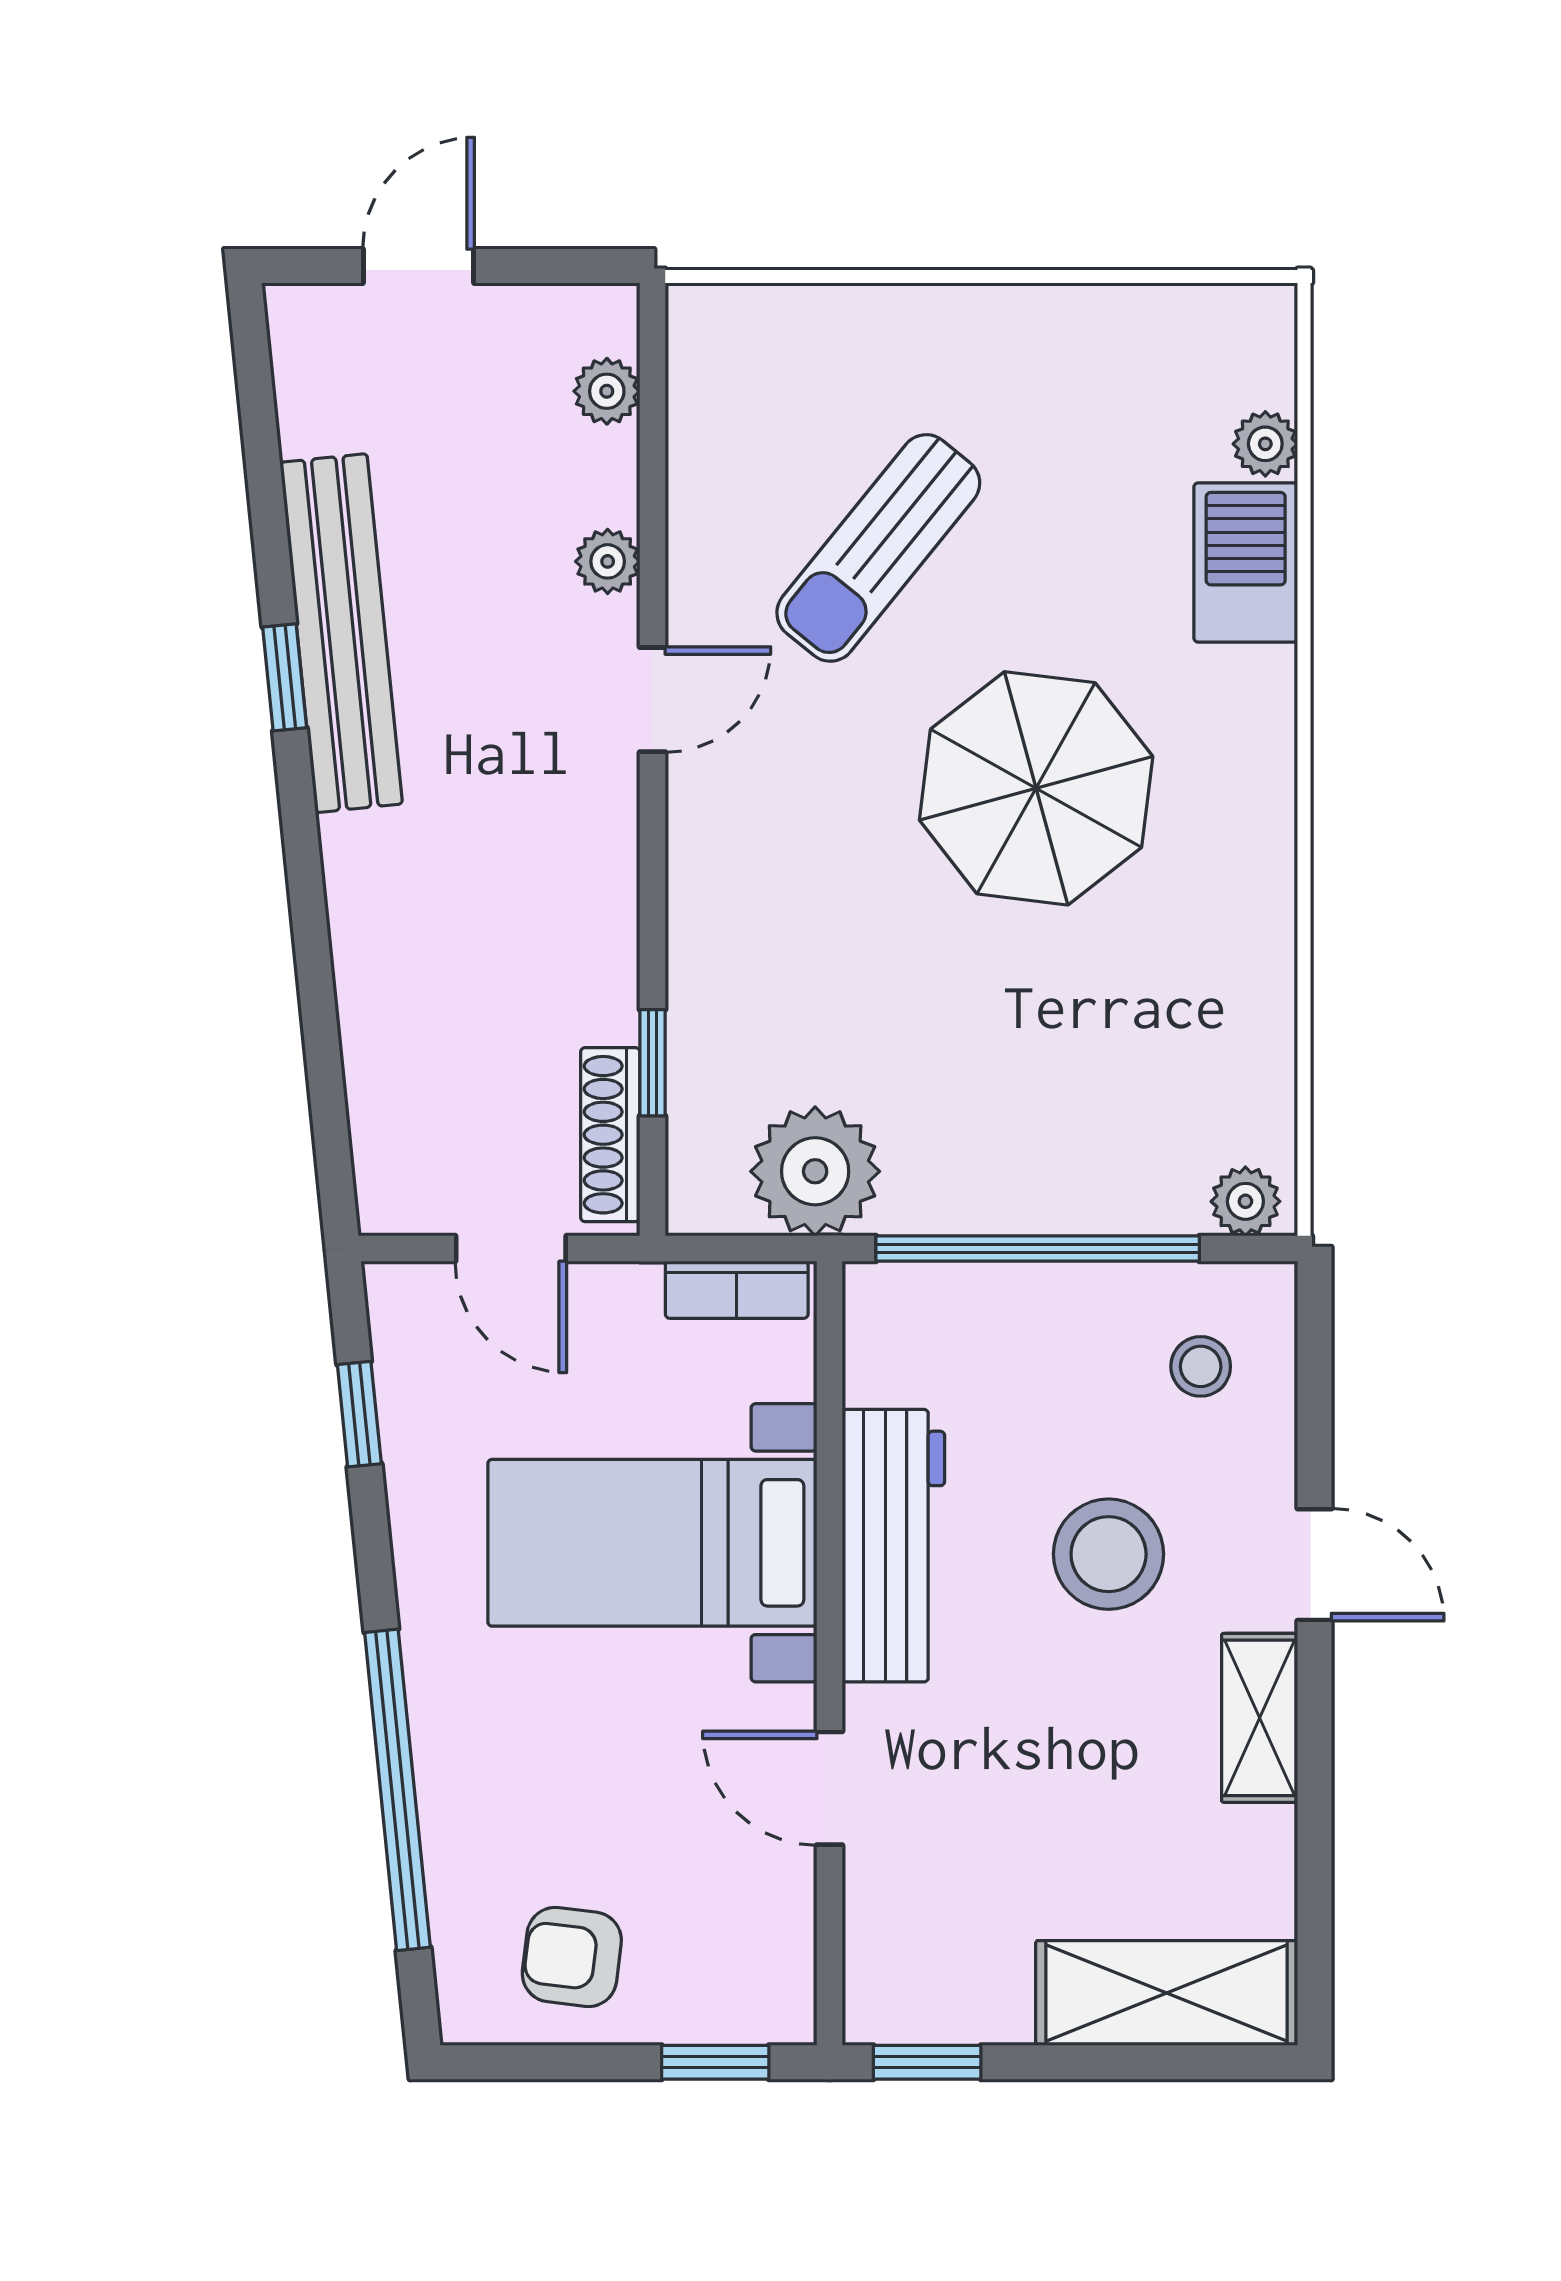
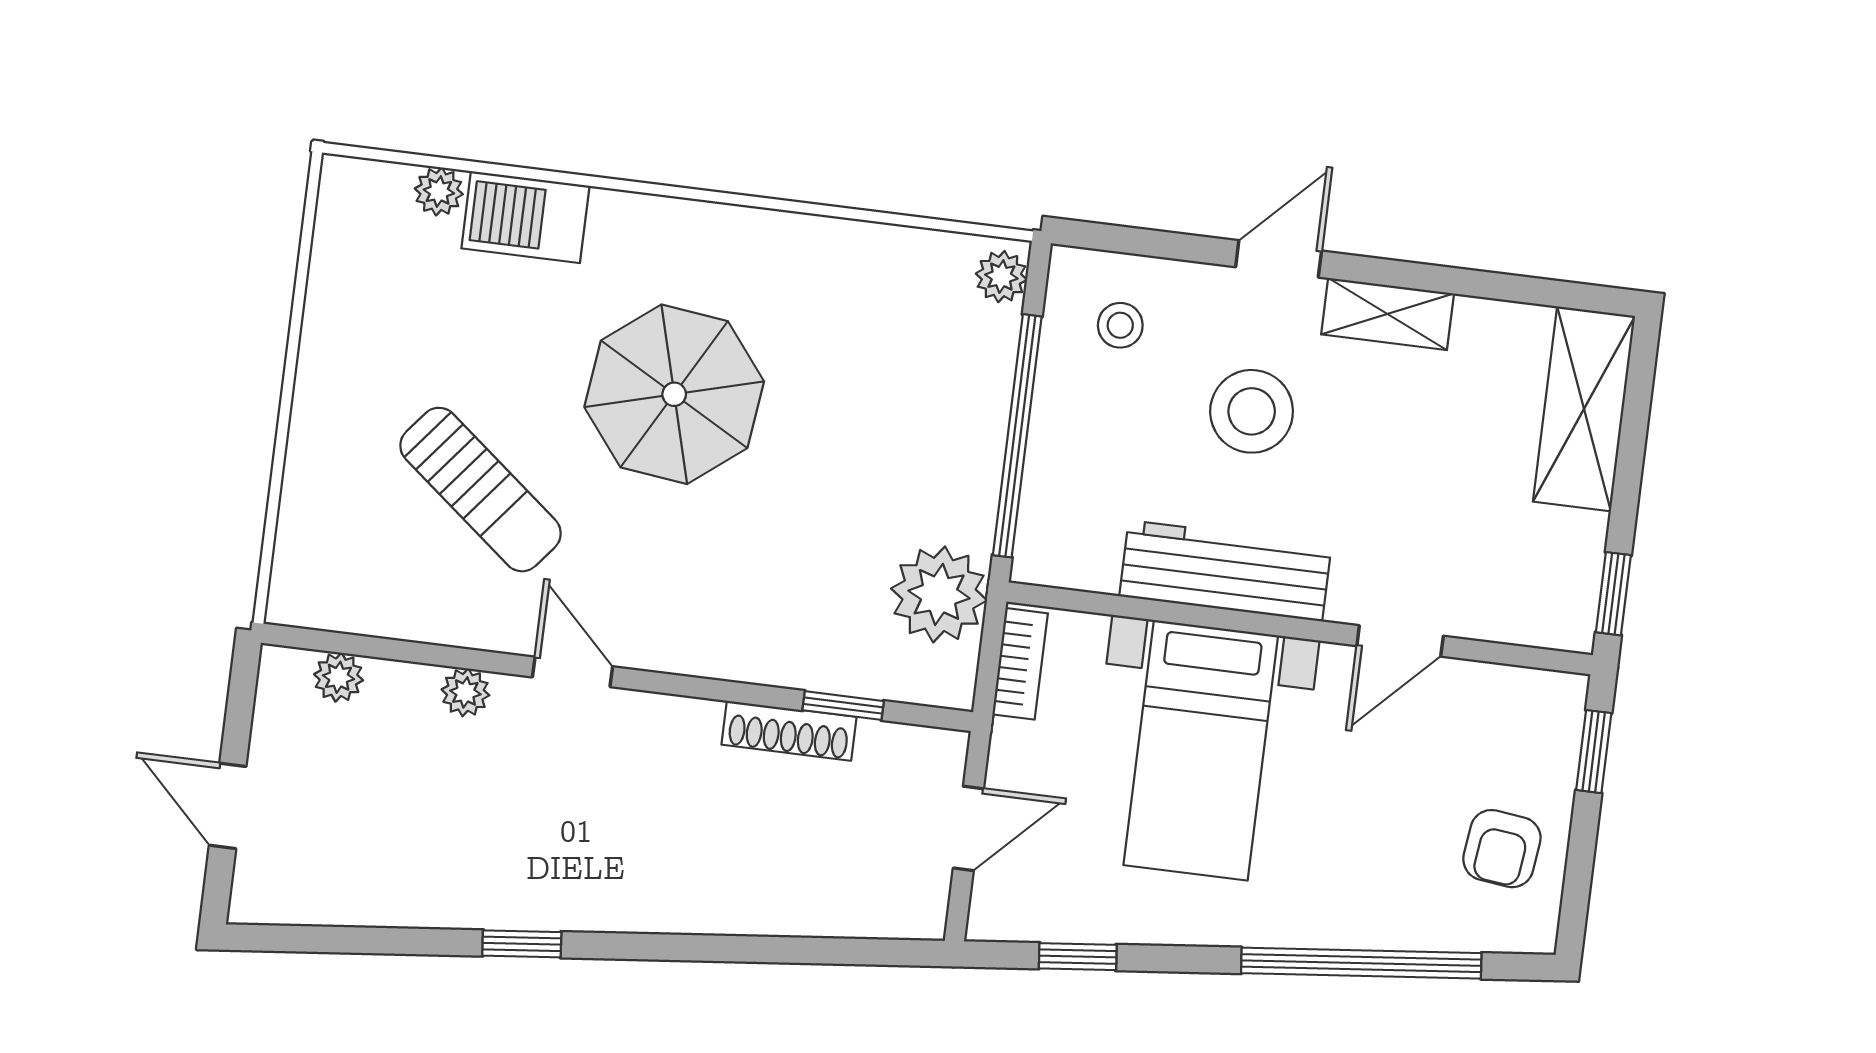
bench: (341, 633) -> (494, 898), removed
shoe rack: (610, 1135) -> (789, 731), moved

